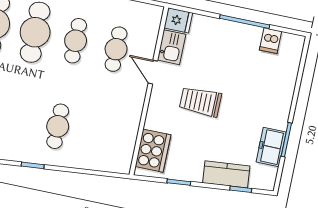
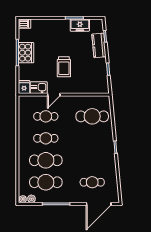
dishwasher: (271, 41) -> (25, 24), moved
cafe table: (58, 126) -> (92, 116), moved, width x1.37, depth x1.35
cooker: (153, 151) -> (26, 53), moved, turned 90

